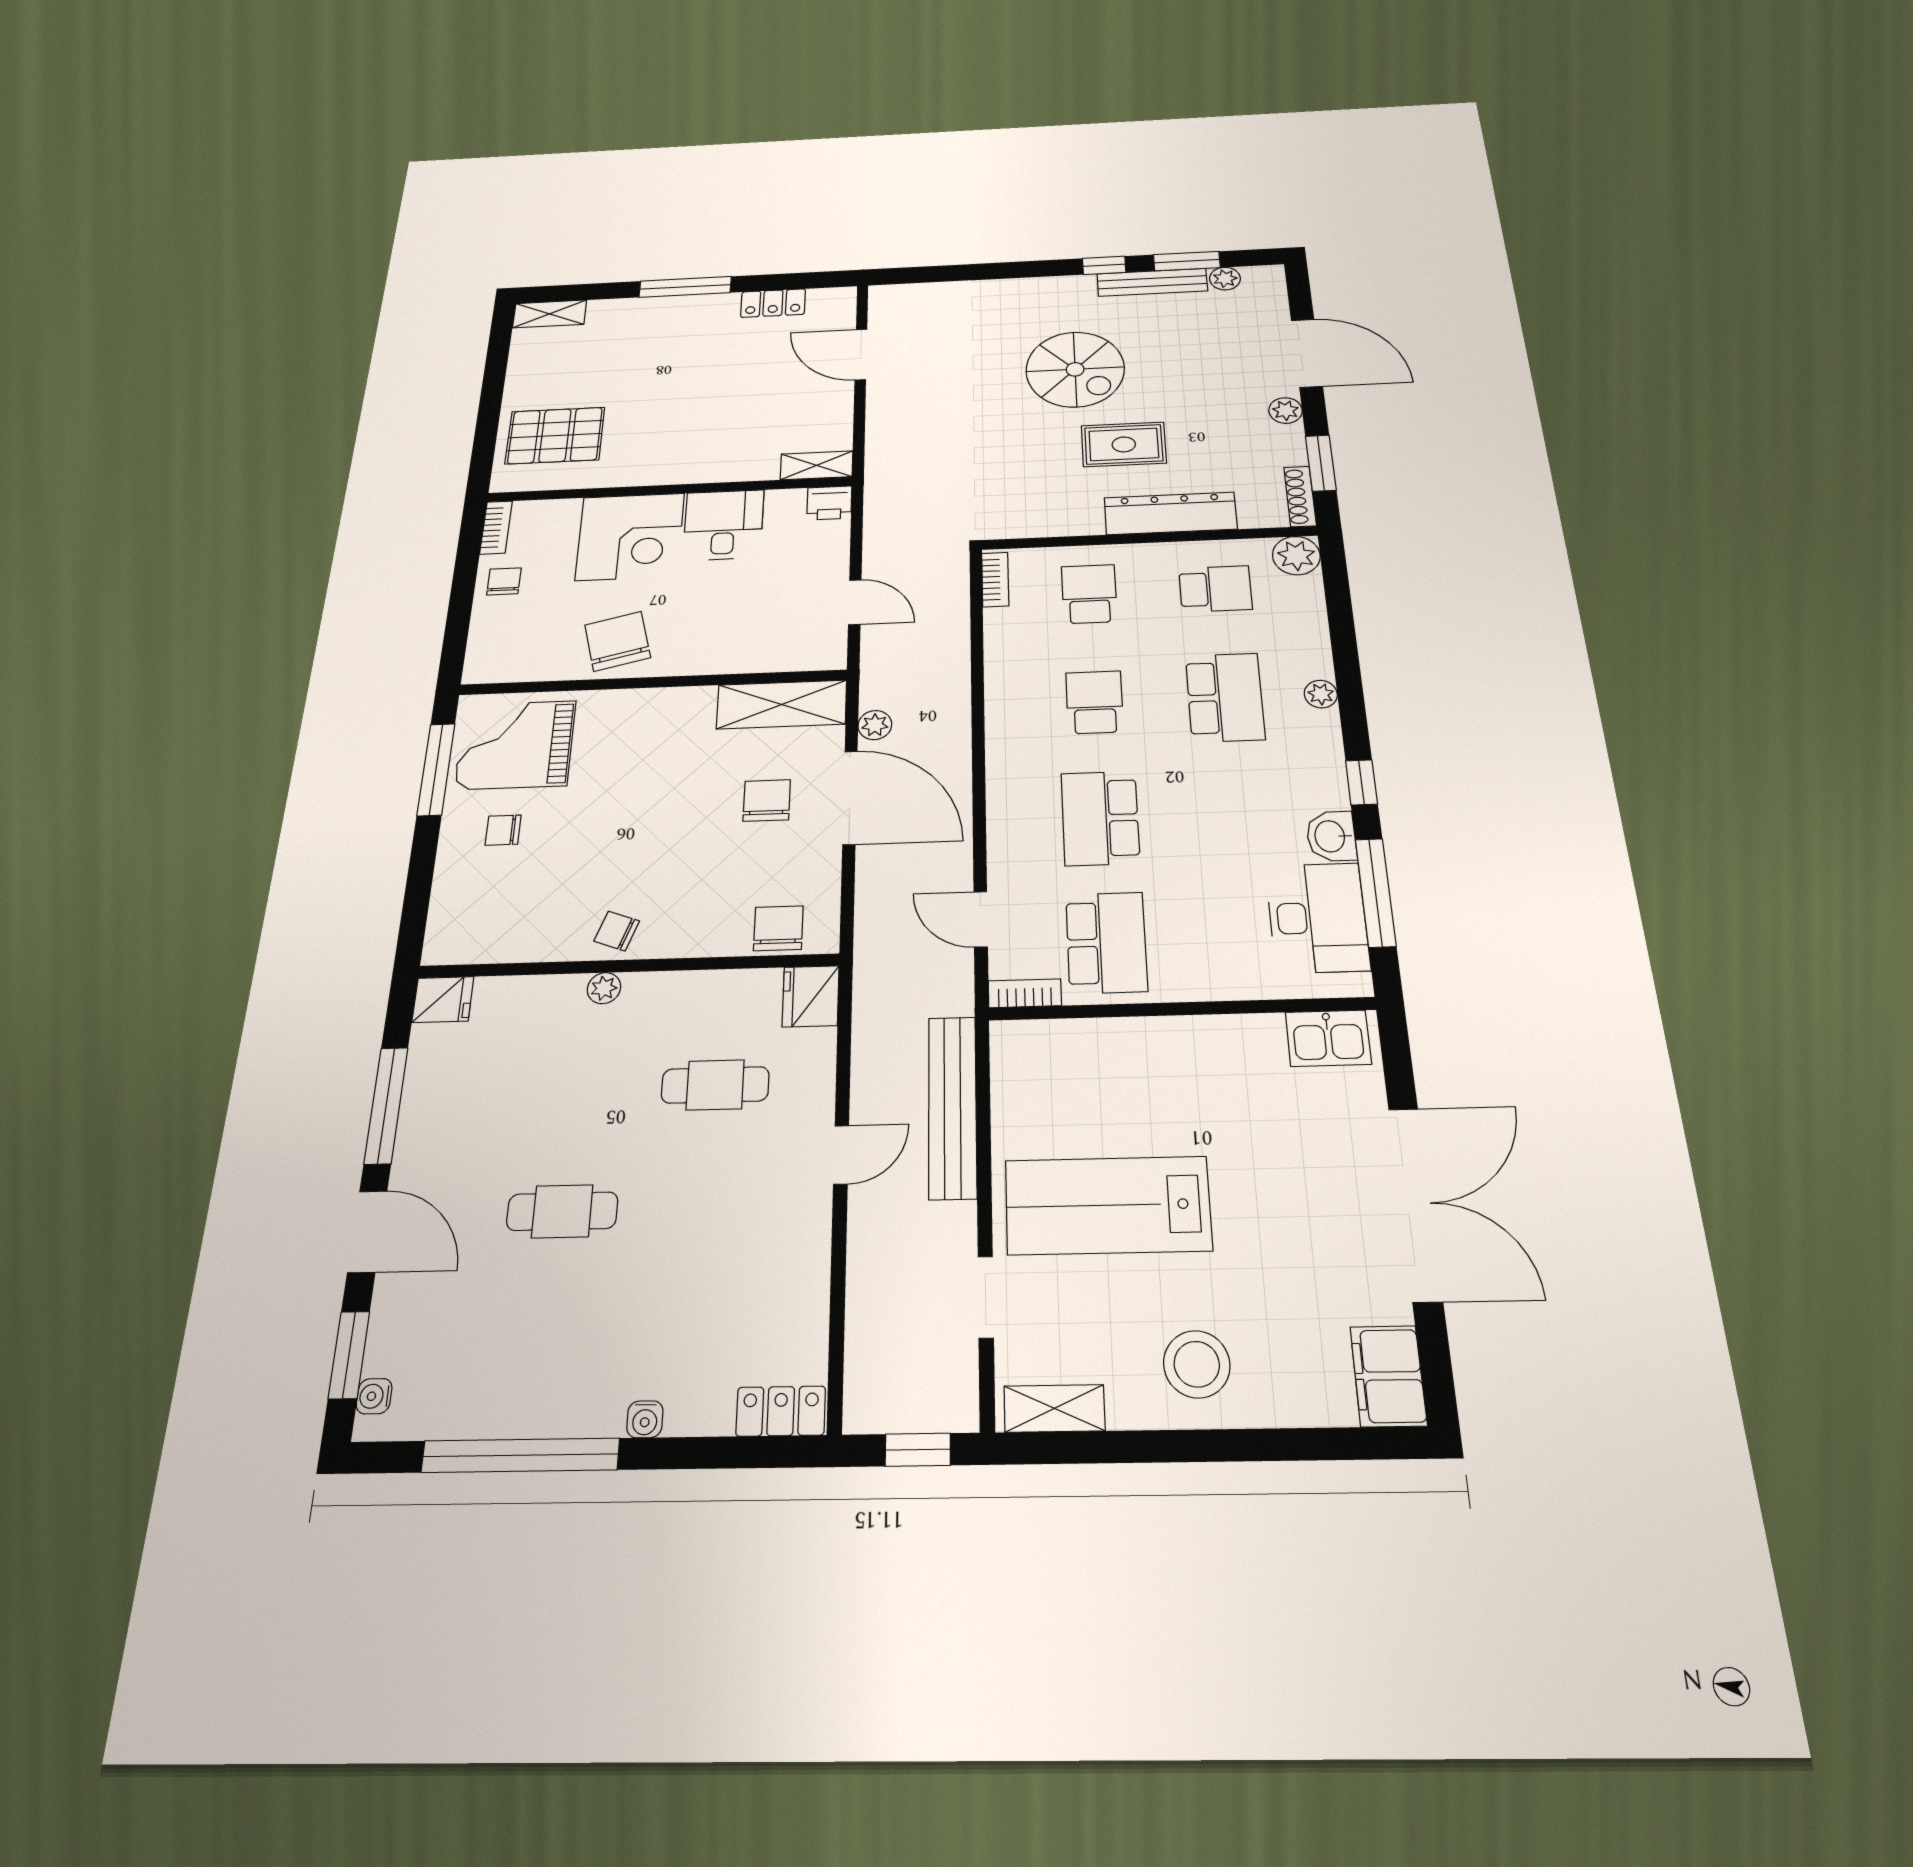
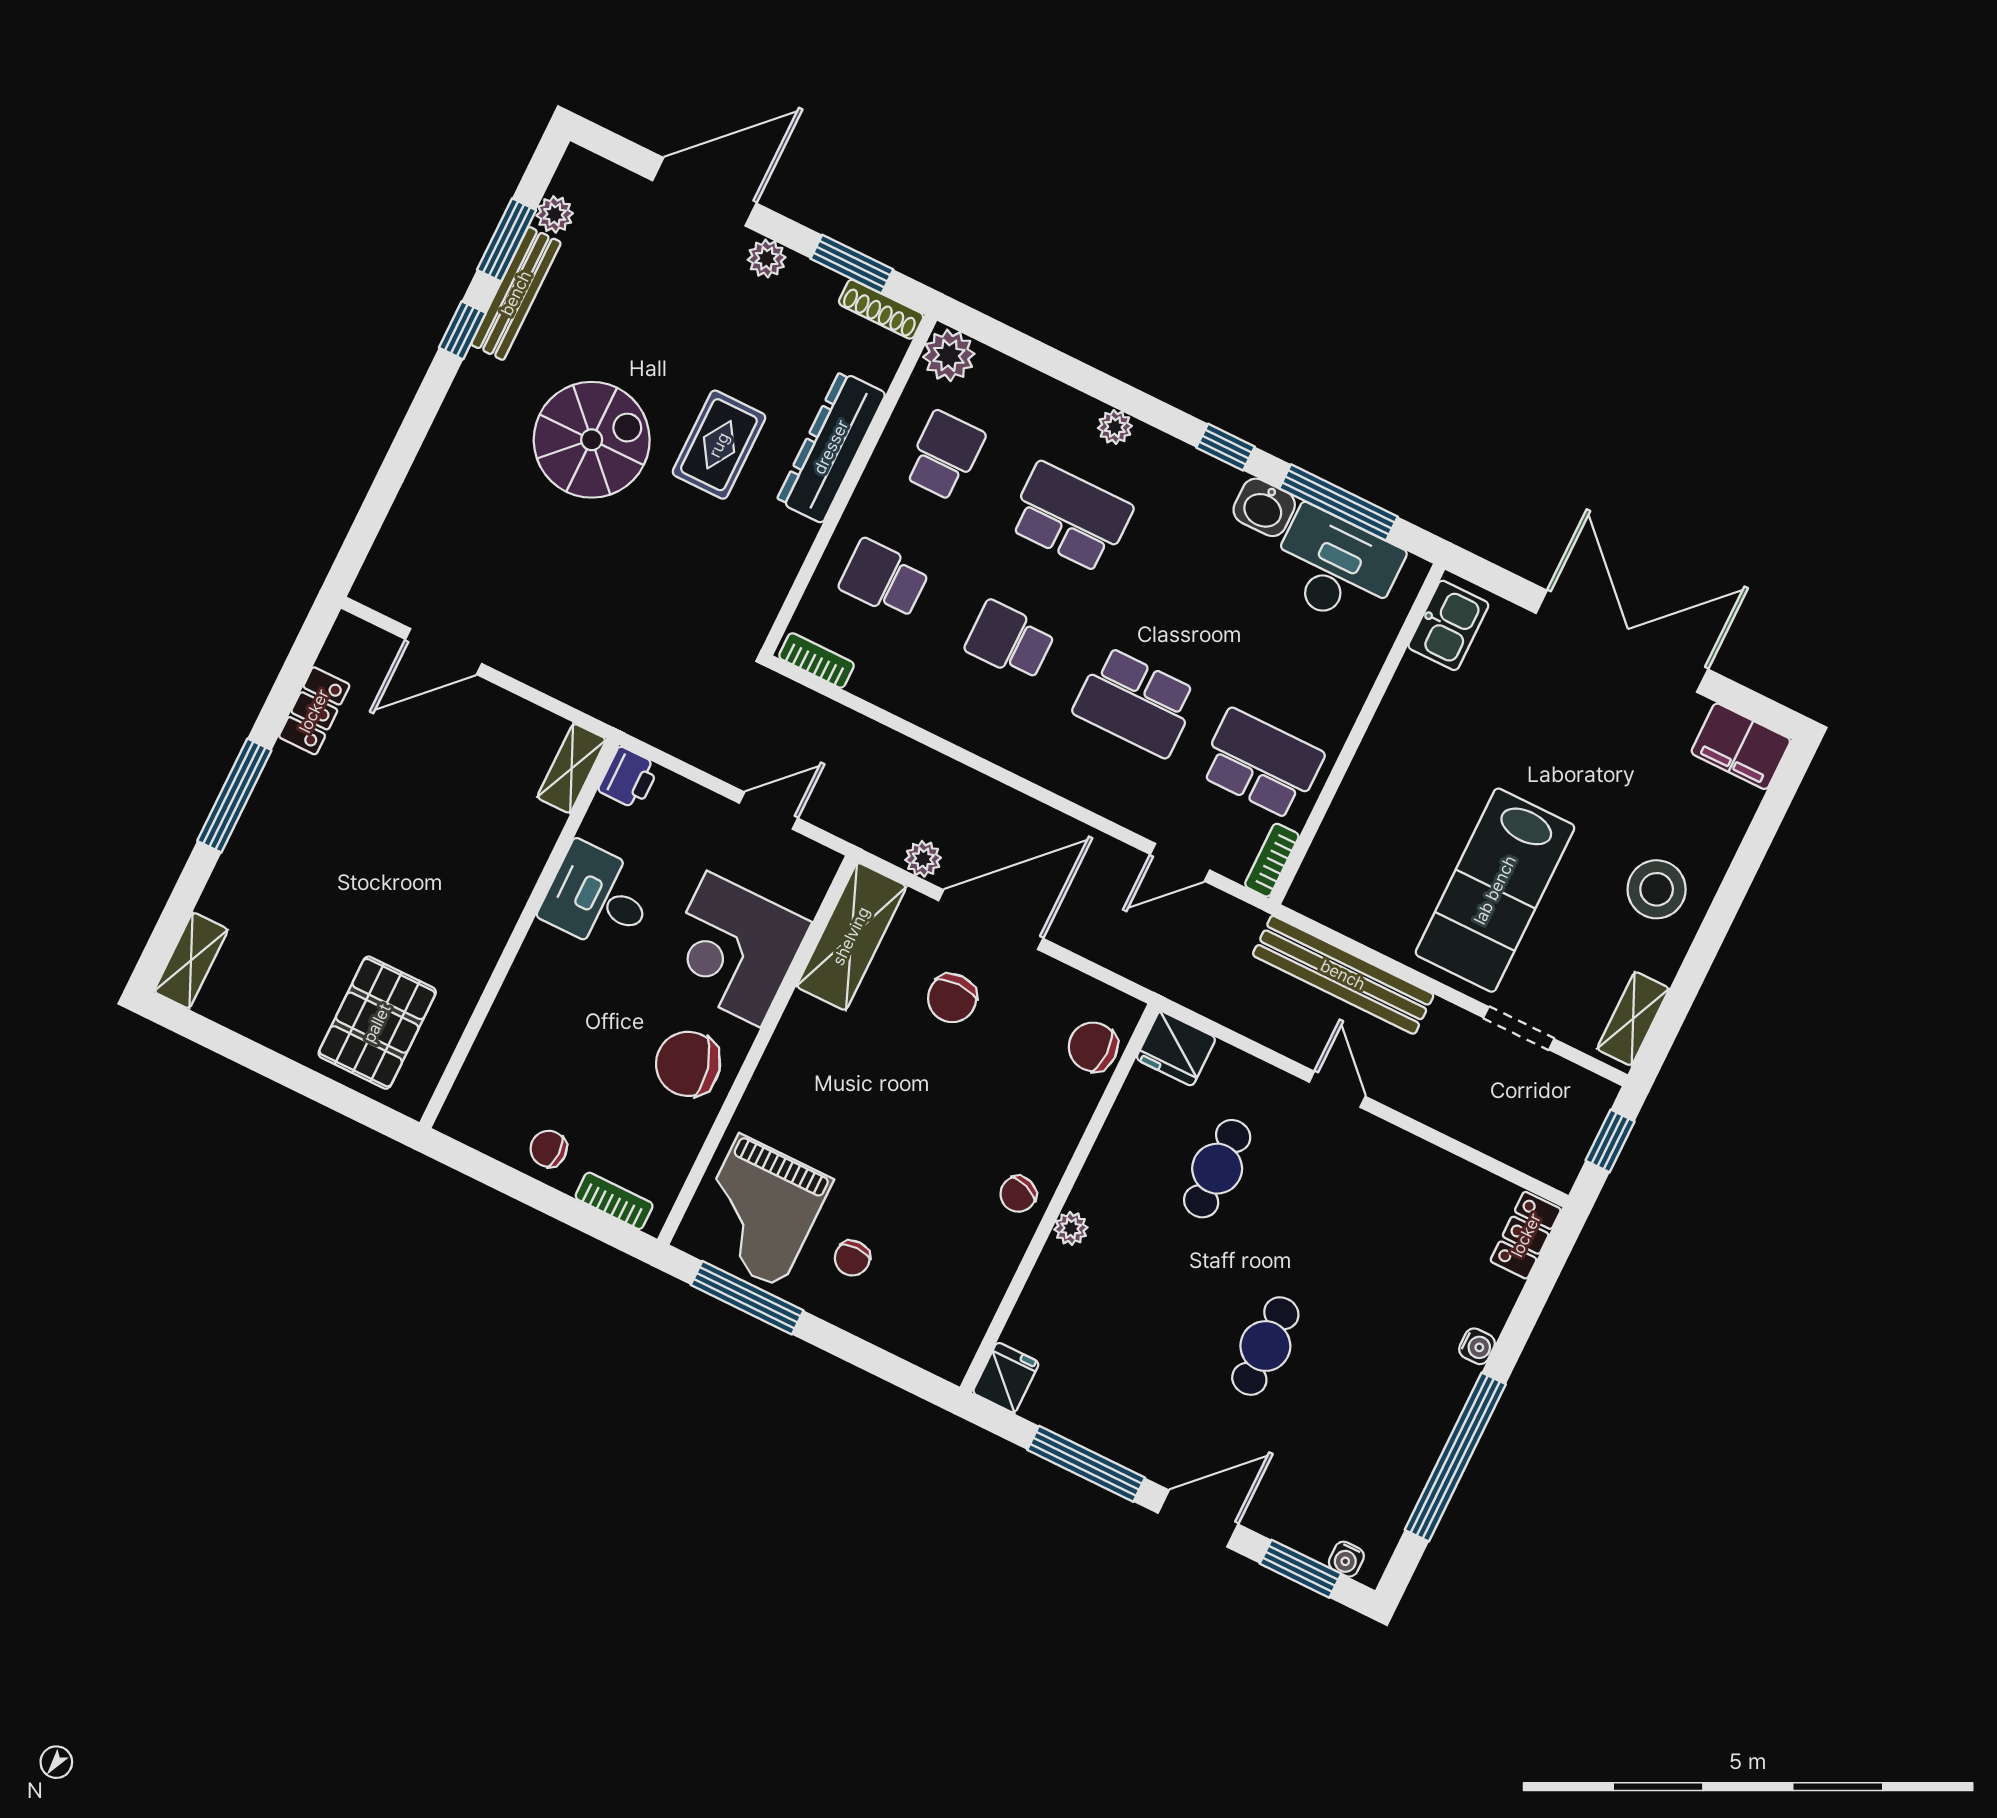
bookcase: (496, 527) -> (614, 1201), moved
corner desk: (630, 537) -> (734, 949), moved, turned 180
chair: (767, 800) -> (952, 998), turned -90

